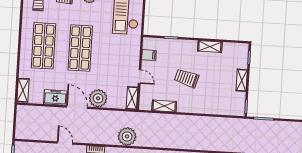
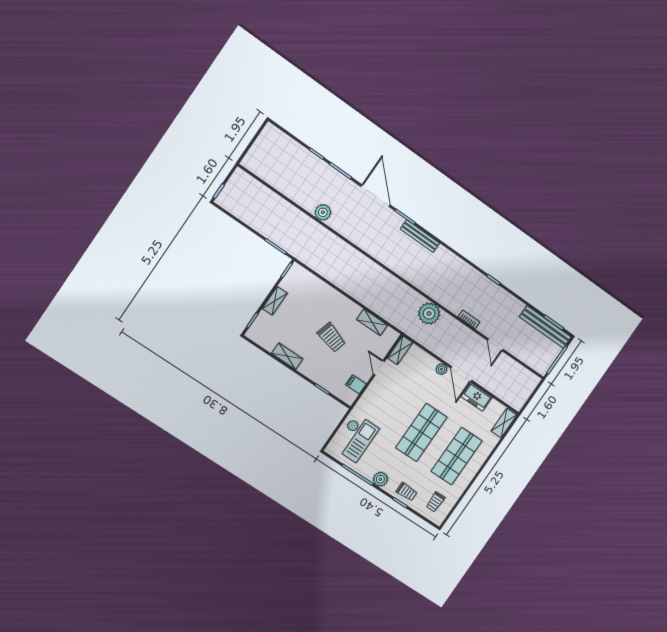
plant: (98, 98) -> (441, 369), width x0.53, depth x0.53

